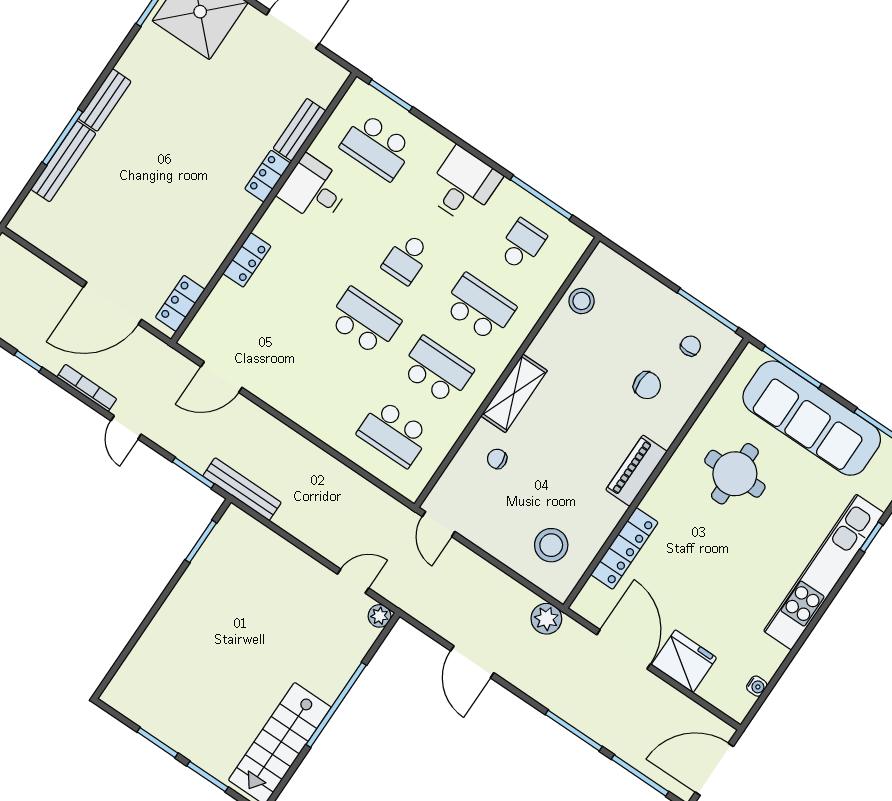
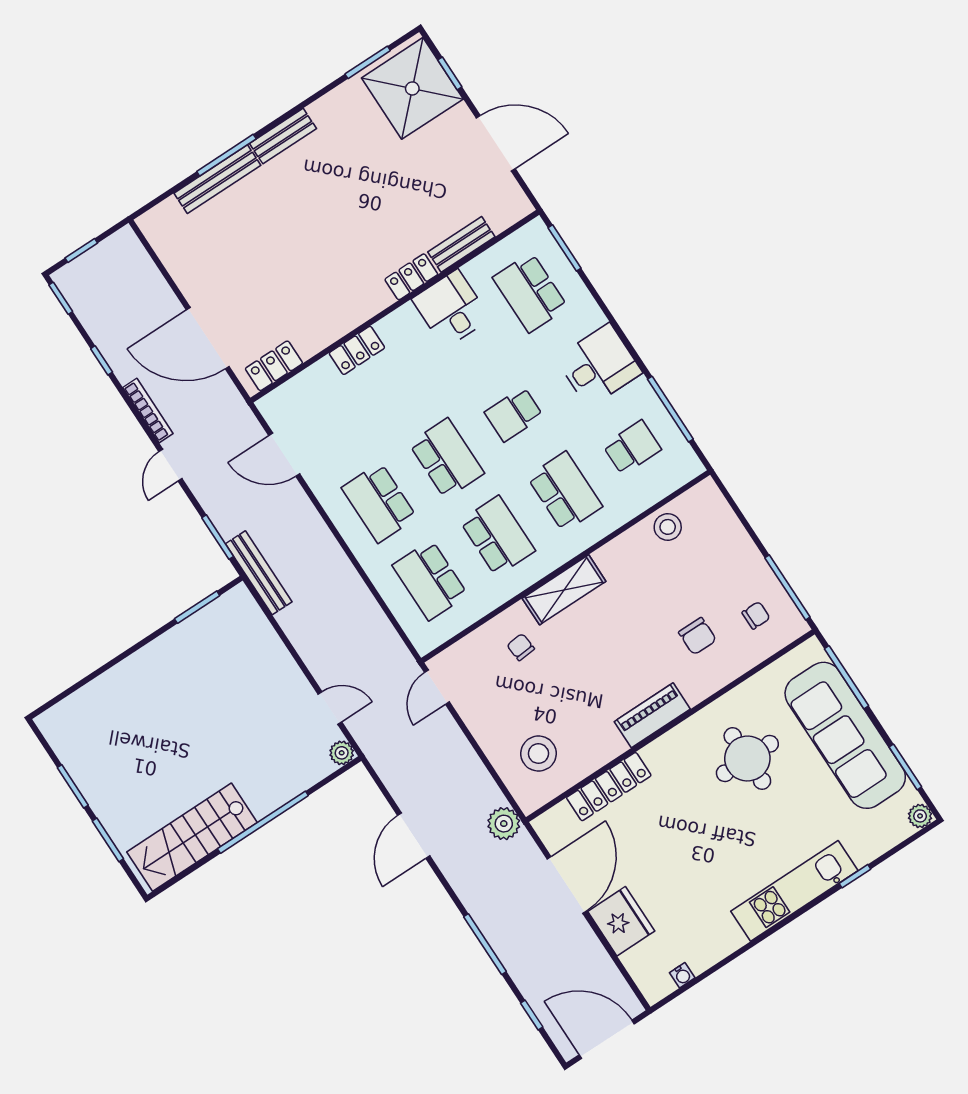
school desk: (322, 384) -> (379, 503), added
kitchen unit: (824, 572) -> (794, 891), width x0.73
window: (640, 775) -> (532, 1015), width x0.46

